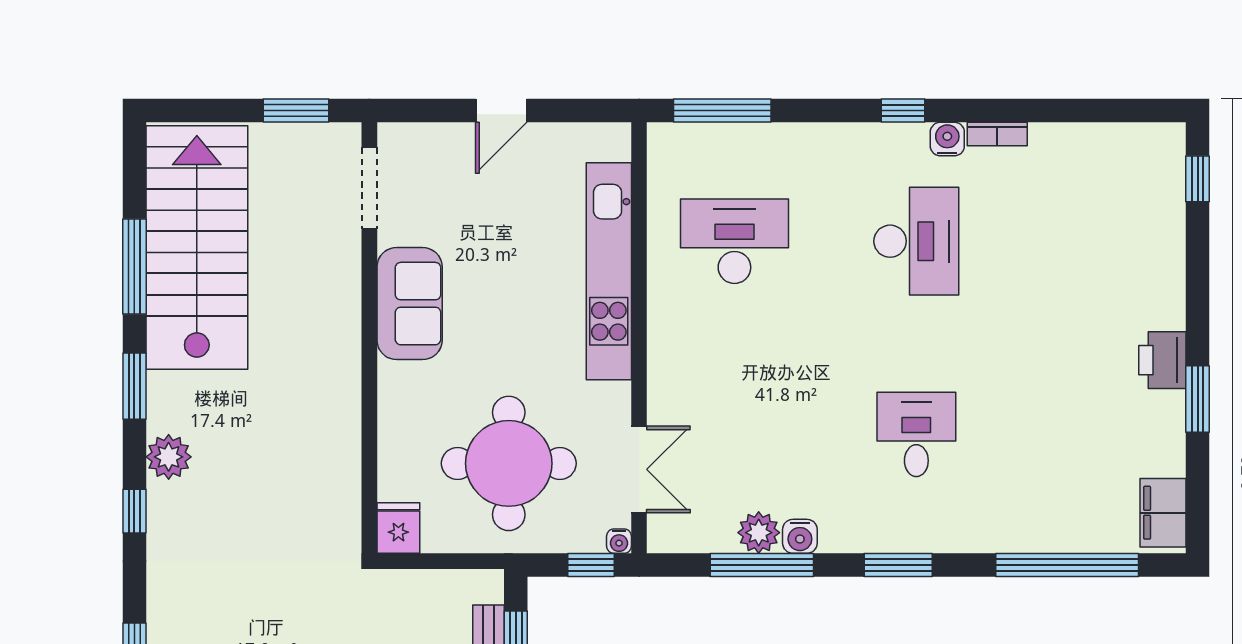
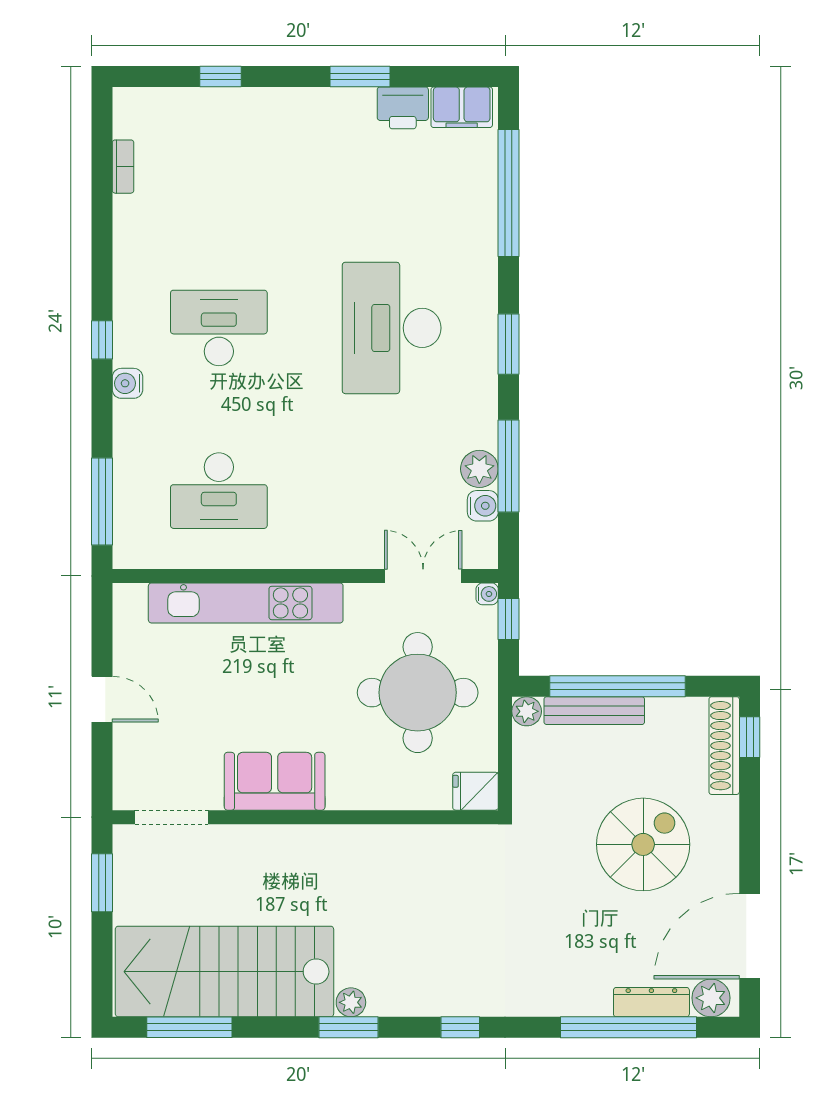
bookcase: (997, 134) -> (123, 167), moved
water cooler: (947, 139) -> (127, 383), moved
window: (1198, 179) -> (221, 76), moved
desk: (734, 241) -> (219, 491), turned -90
window: (134, 267) -> (189, 1027), moved
printer: (1162, 360) -> (403, 108), moved
desk: (916, 434) -> (392, 328), width x1.87, depth x1.30
plant: (169, 457) -> (351, 1002), moved, width x0.73, depth x0.73
water cooler: (800, 536) -> (483, 506), moved
plant: (488, 585) -> (527, 711), added

